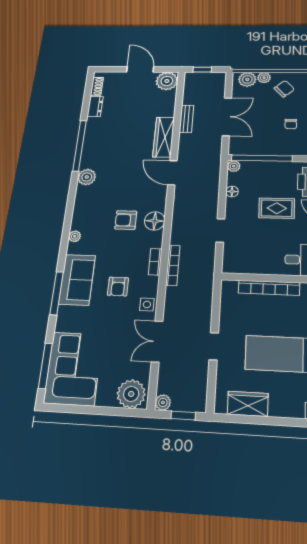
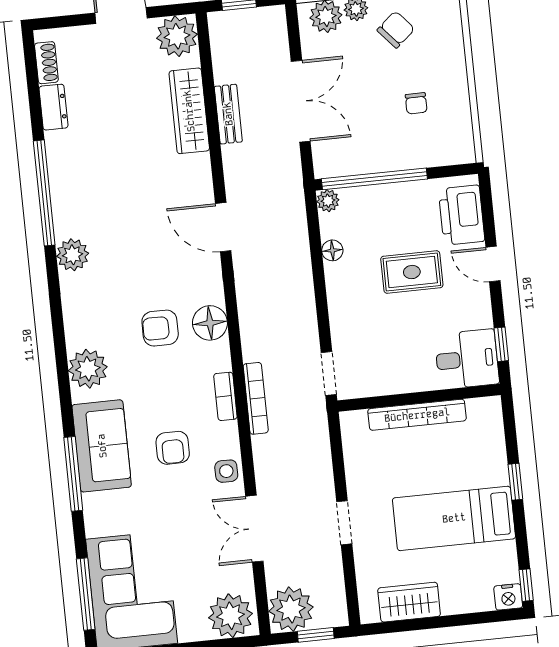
wardrobe: (164, 137) -> (189, 111), moved
doorway: (220, 230) -> (329, 373), moved
plant: (75, 236) -> (88, 369), width x1.87, depth x1.87
plant: (163, 402) -> (291, 609), width x1.88, depth x1.88

